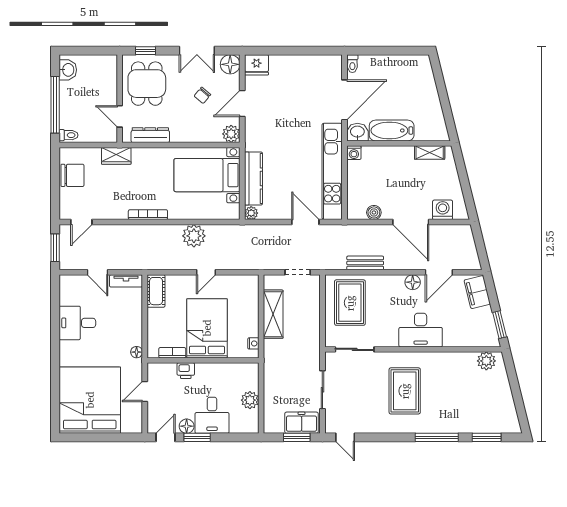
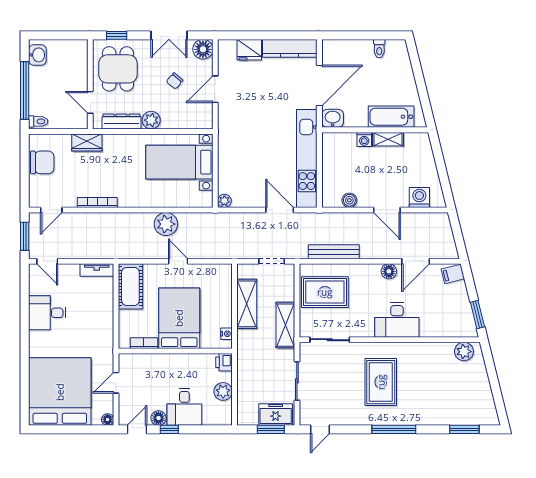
toilet: (352, 64) -> (379, 49), moved
fridge: (257, 65) -> (249, 50), moved
bathtub: (392, 130) -> (391, 117), moved
plant: (231, 134) -> (151, 120), moved
washing machine: (354, 153) -> (364, 139), moved
shelving: (430, 153) -> (388, 139), moved
kitchen counter: (254, 179) -> (290, 48), moved, turned 90
bookcase: (148, 215) -> (97, 202), moved
door: (411, 222) -> (387, 210), width x0.73
bench: (365, 263) -> (334, 252), width x1.36
door: (98, 272) -> (47, 261), moved
door: (206, 272) -> (178, 261), swing flipped
cot: (156, 291) -> (130, 286), width x1.37, depth x1.34
filing cabinet: (477, 292) -> (453, 274), width x0.50
rug: (350, 303) -> (325, 292), turned 90
shelving: (311, 335) -> (285, 325), added
floor lamp: (137, 352) -> (108, 420), moved
printer: (186, 371) -> (224, 362), moved, turned 90
window: (197, 437) -> (169, 429), width x0.67
door: (345, 437) -> (320, 429), hinge flipped
window: (437, 437) -> (394, 429), moved

